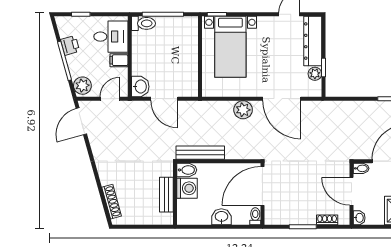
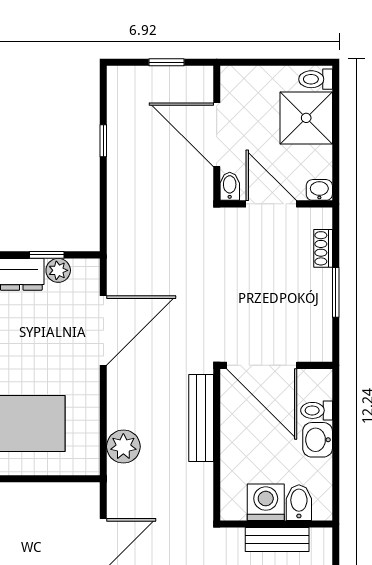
plant: (243, 110) -> (123, 447), moved
bench: (200, 153) -> (201, 418), moved
bidet: (187, 170) -> (299, 503), moved
door: (352, 191) -> (271, 204), swing flipped
toilet: (255, 216) -> (317, 410), moved

